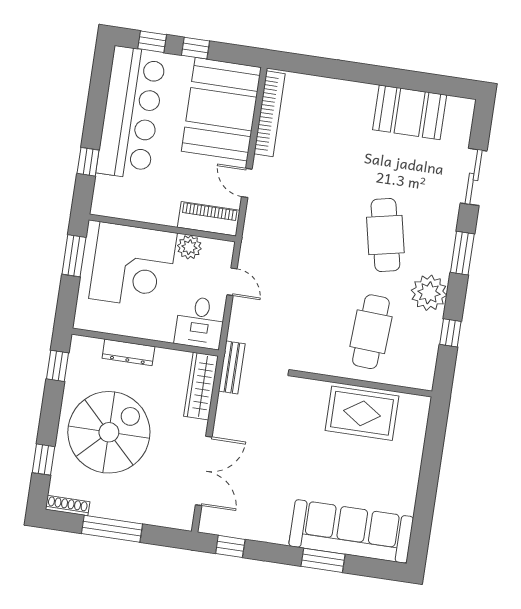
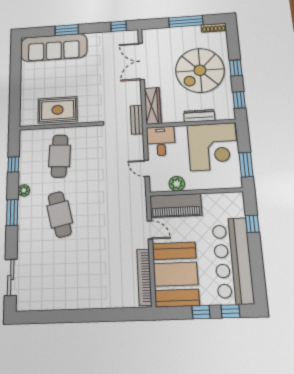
booth: (410, 112) -> (56, 295), removed
sliding door: (474, 177) -> (11, 277), moved
piano: (209, 219) -> (176, 206), width x1.37, depth x1.33
corner desk: (133, 266) -> (213, 147), moved, turned 180
plant: (429, 293) -> (24, 190), width x0.53, depth x0.53
window: (44, 460) -> (236, 68), moved

